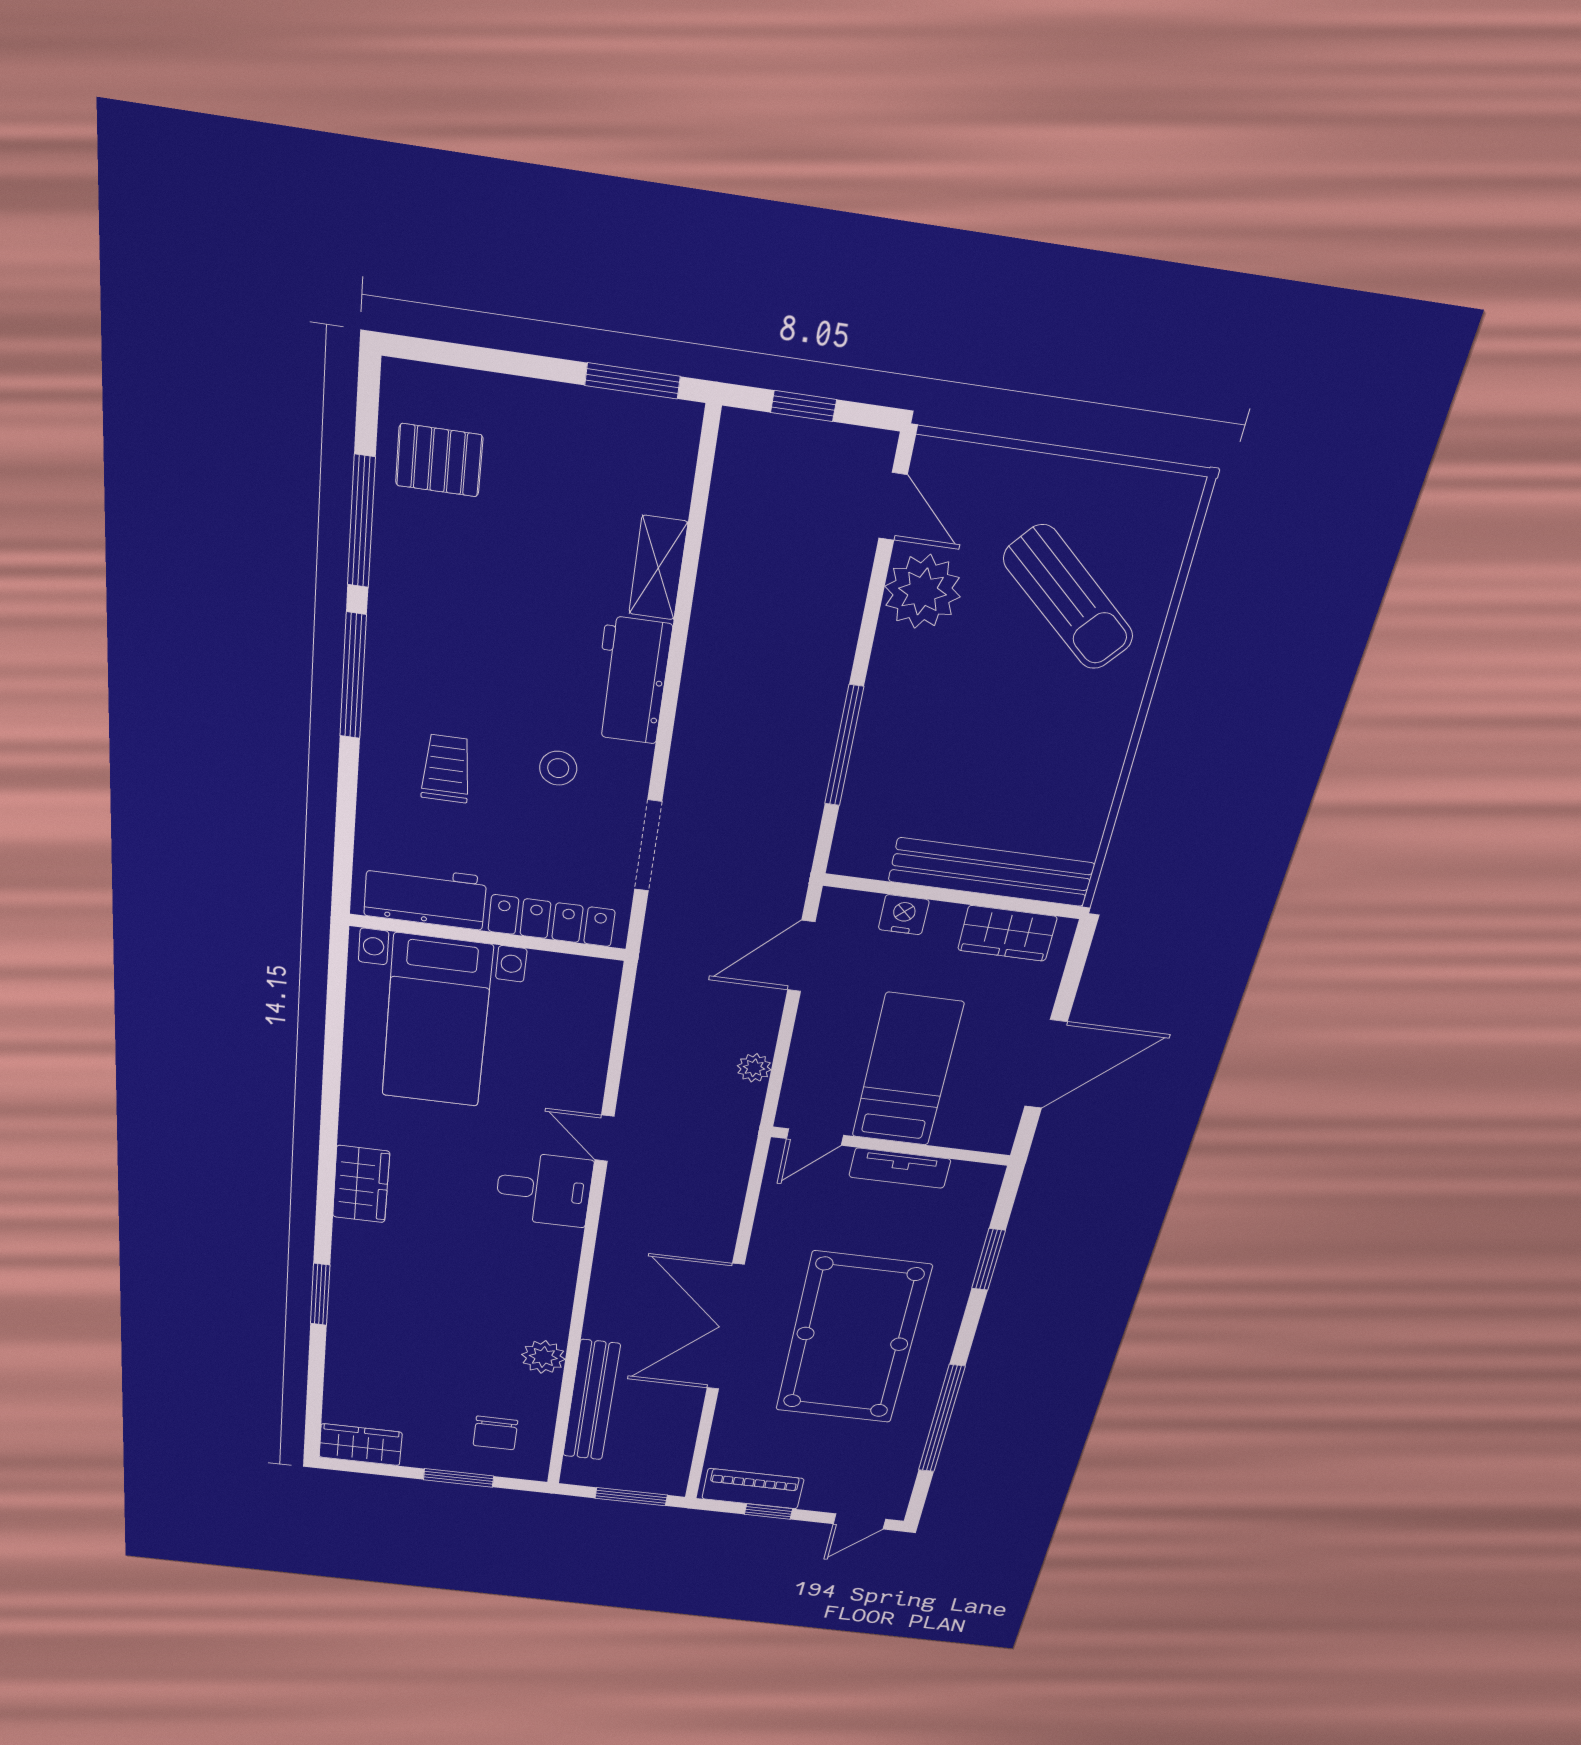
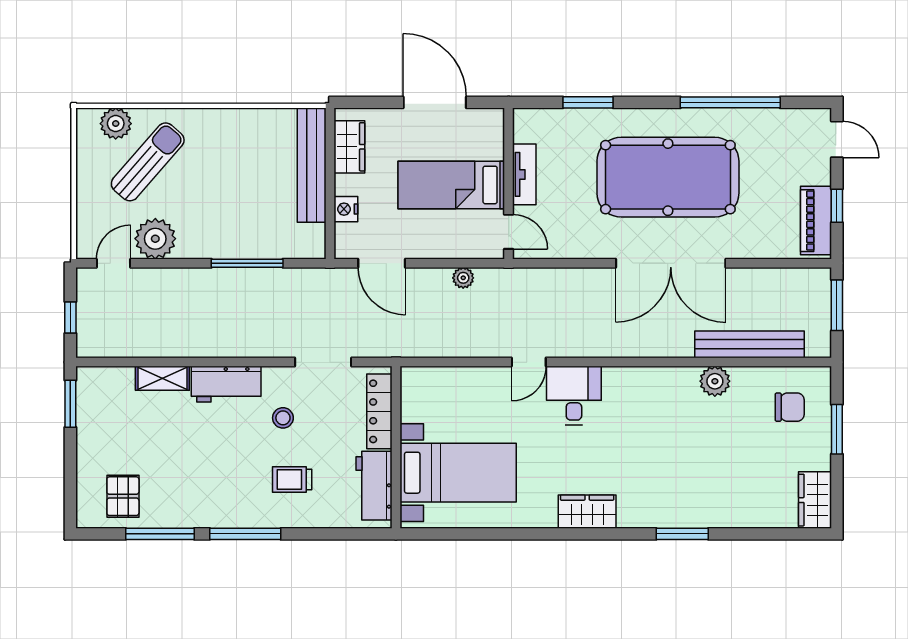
plant: (1156, 549) -> (116, 124), added

